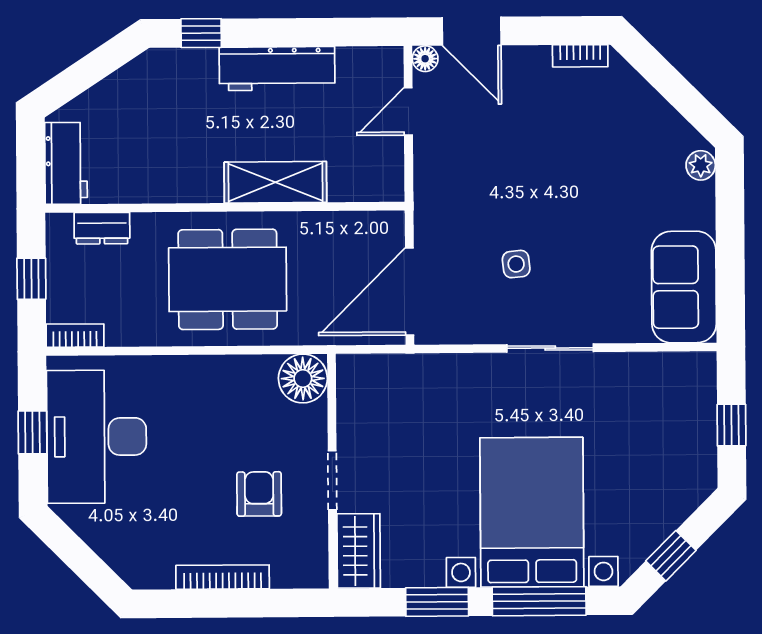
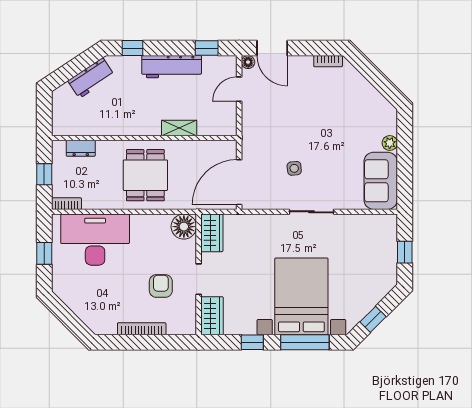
window: (345, 32) -> (207, 48), added
workbench: (66, 163) -> (91, 78), moved, turned 57
plant: (701, 165) -> (390, 143), moved
shelving: (275, 182) -> (179, 128), width x0.67, depth x0.75
dining table: (228, 279) -> (145, 175), width x0.73
wardrobe: (357, 390) -> (212, 233), added
desk: (97, 437) -> (95, 240), moved, turned 90
window: (437, 602) -> (252, 342), width x0.67

